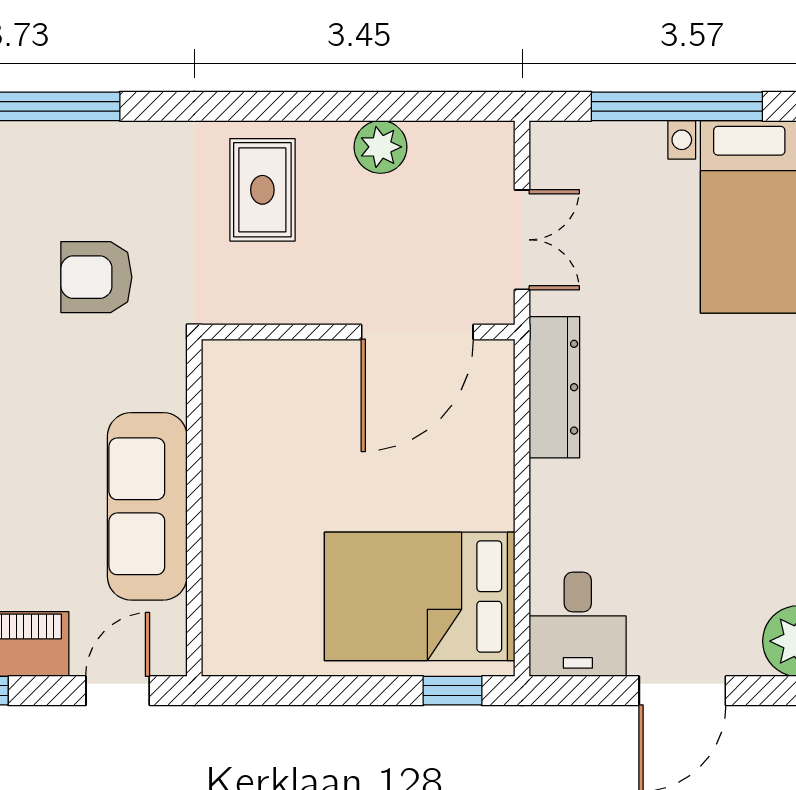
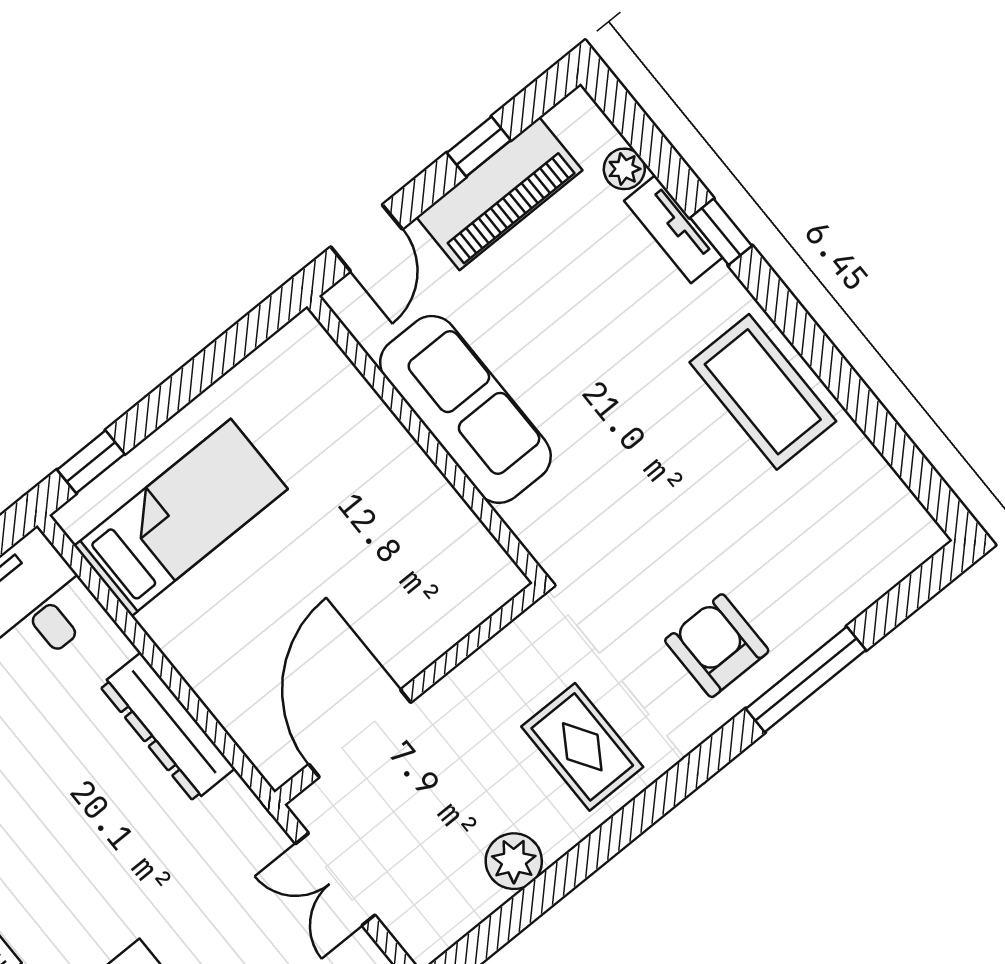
armchair: (96, 277) -> (717, 646), moved, turned -90
dresser: (554, 387) -> (167, 727), moved
bed: (420, 596) -> (181, 517), width x0.67

